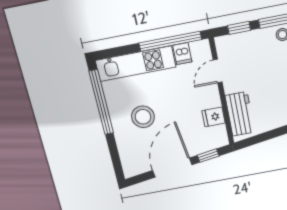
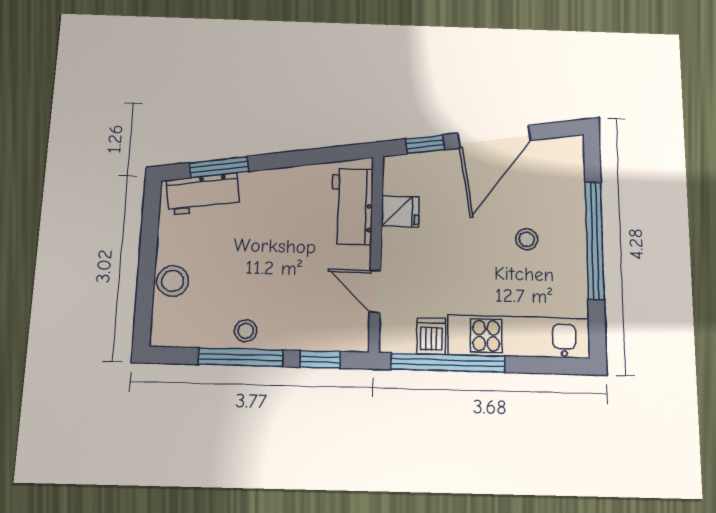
door: (218, 71) -> (375, 291), swing flipped
window: (101, 102) -> (594, 240), moved
stool: (143, 117) -> (527, 239), width x0.53, depth x0.53

